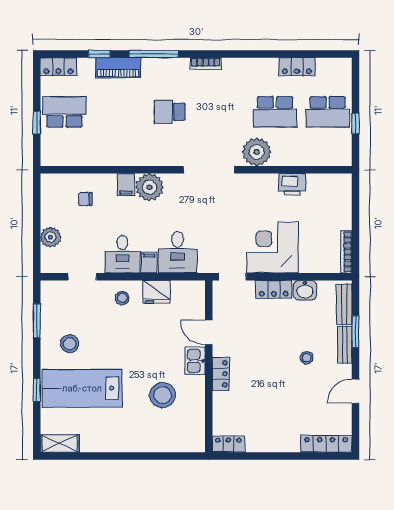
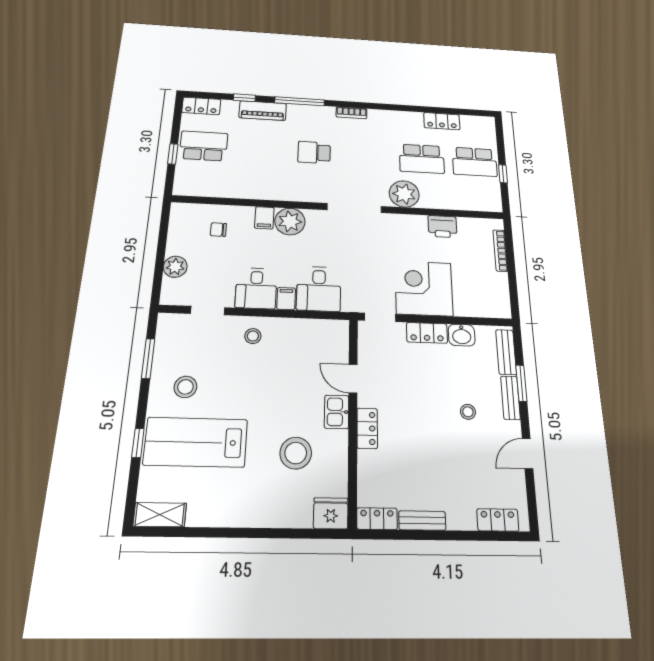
bookcase: (346, 252) -> (500, 251), moved
fridge: (156, 292) -> (331, 513), moved, turned 180
locker: (326, 444) -> (498, 520), width x0.66
bench: (265, 445) -> (422, 521), added

